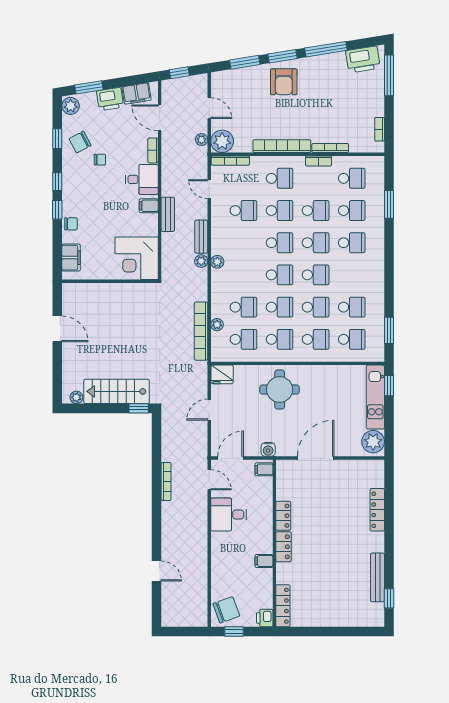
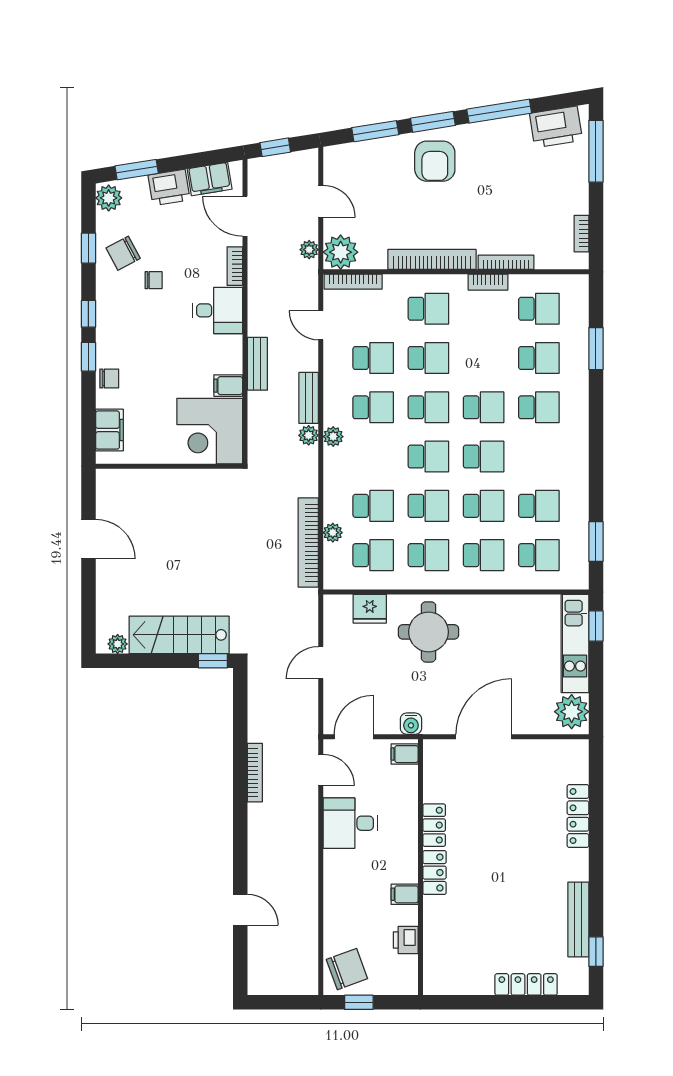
filing cabinet: (149, 206) -> (228, 386), moved
school desk: (316, 211) -> (373, 407), moved
fridge: (222, 374) -> (370, 609), moved
locker: (283, 606) -> (526, 984), moved, turned -90
printer: (265, 618) -> (406, 940), moved

